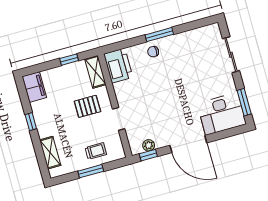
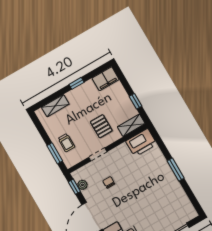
chair: (153, 52) -> (109, 182), moved
window: (91, 171) -> (55, 153), moved

